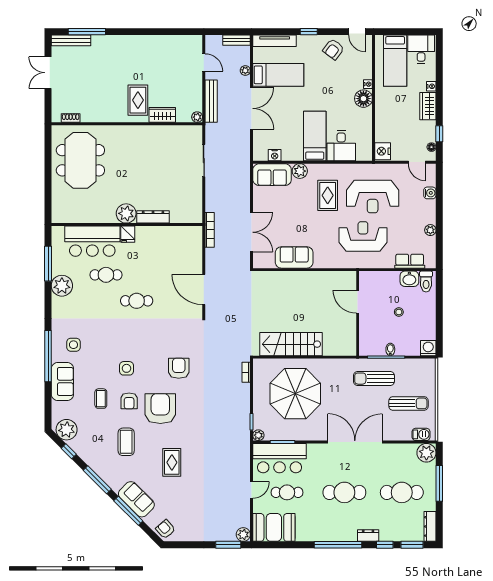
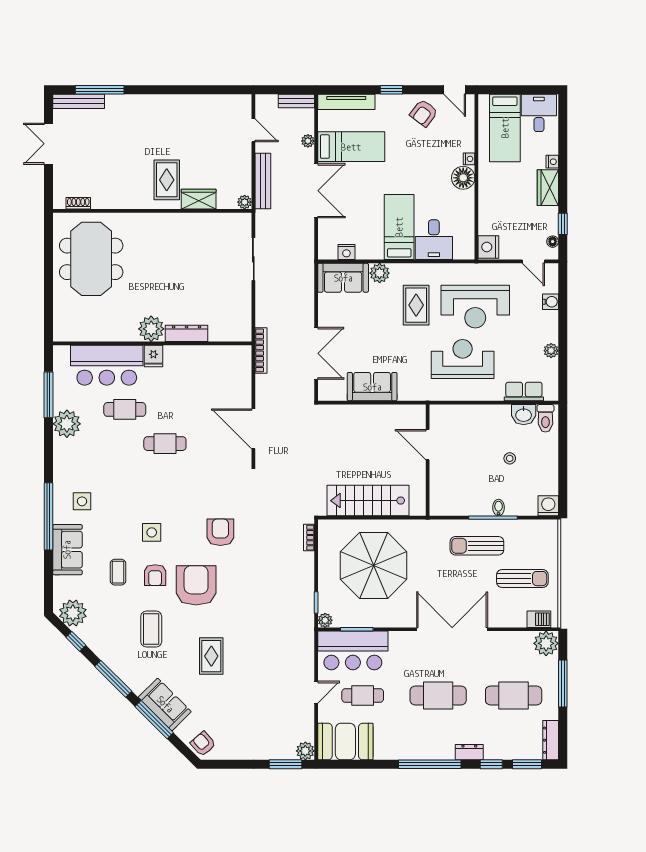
door: (358, 302) -> (428, 445), moved
wall: (358, 313) -> (428, 460), moved

